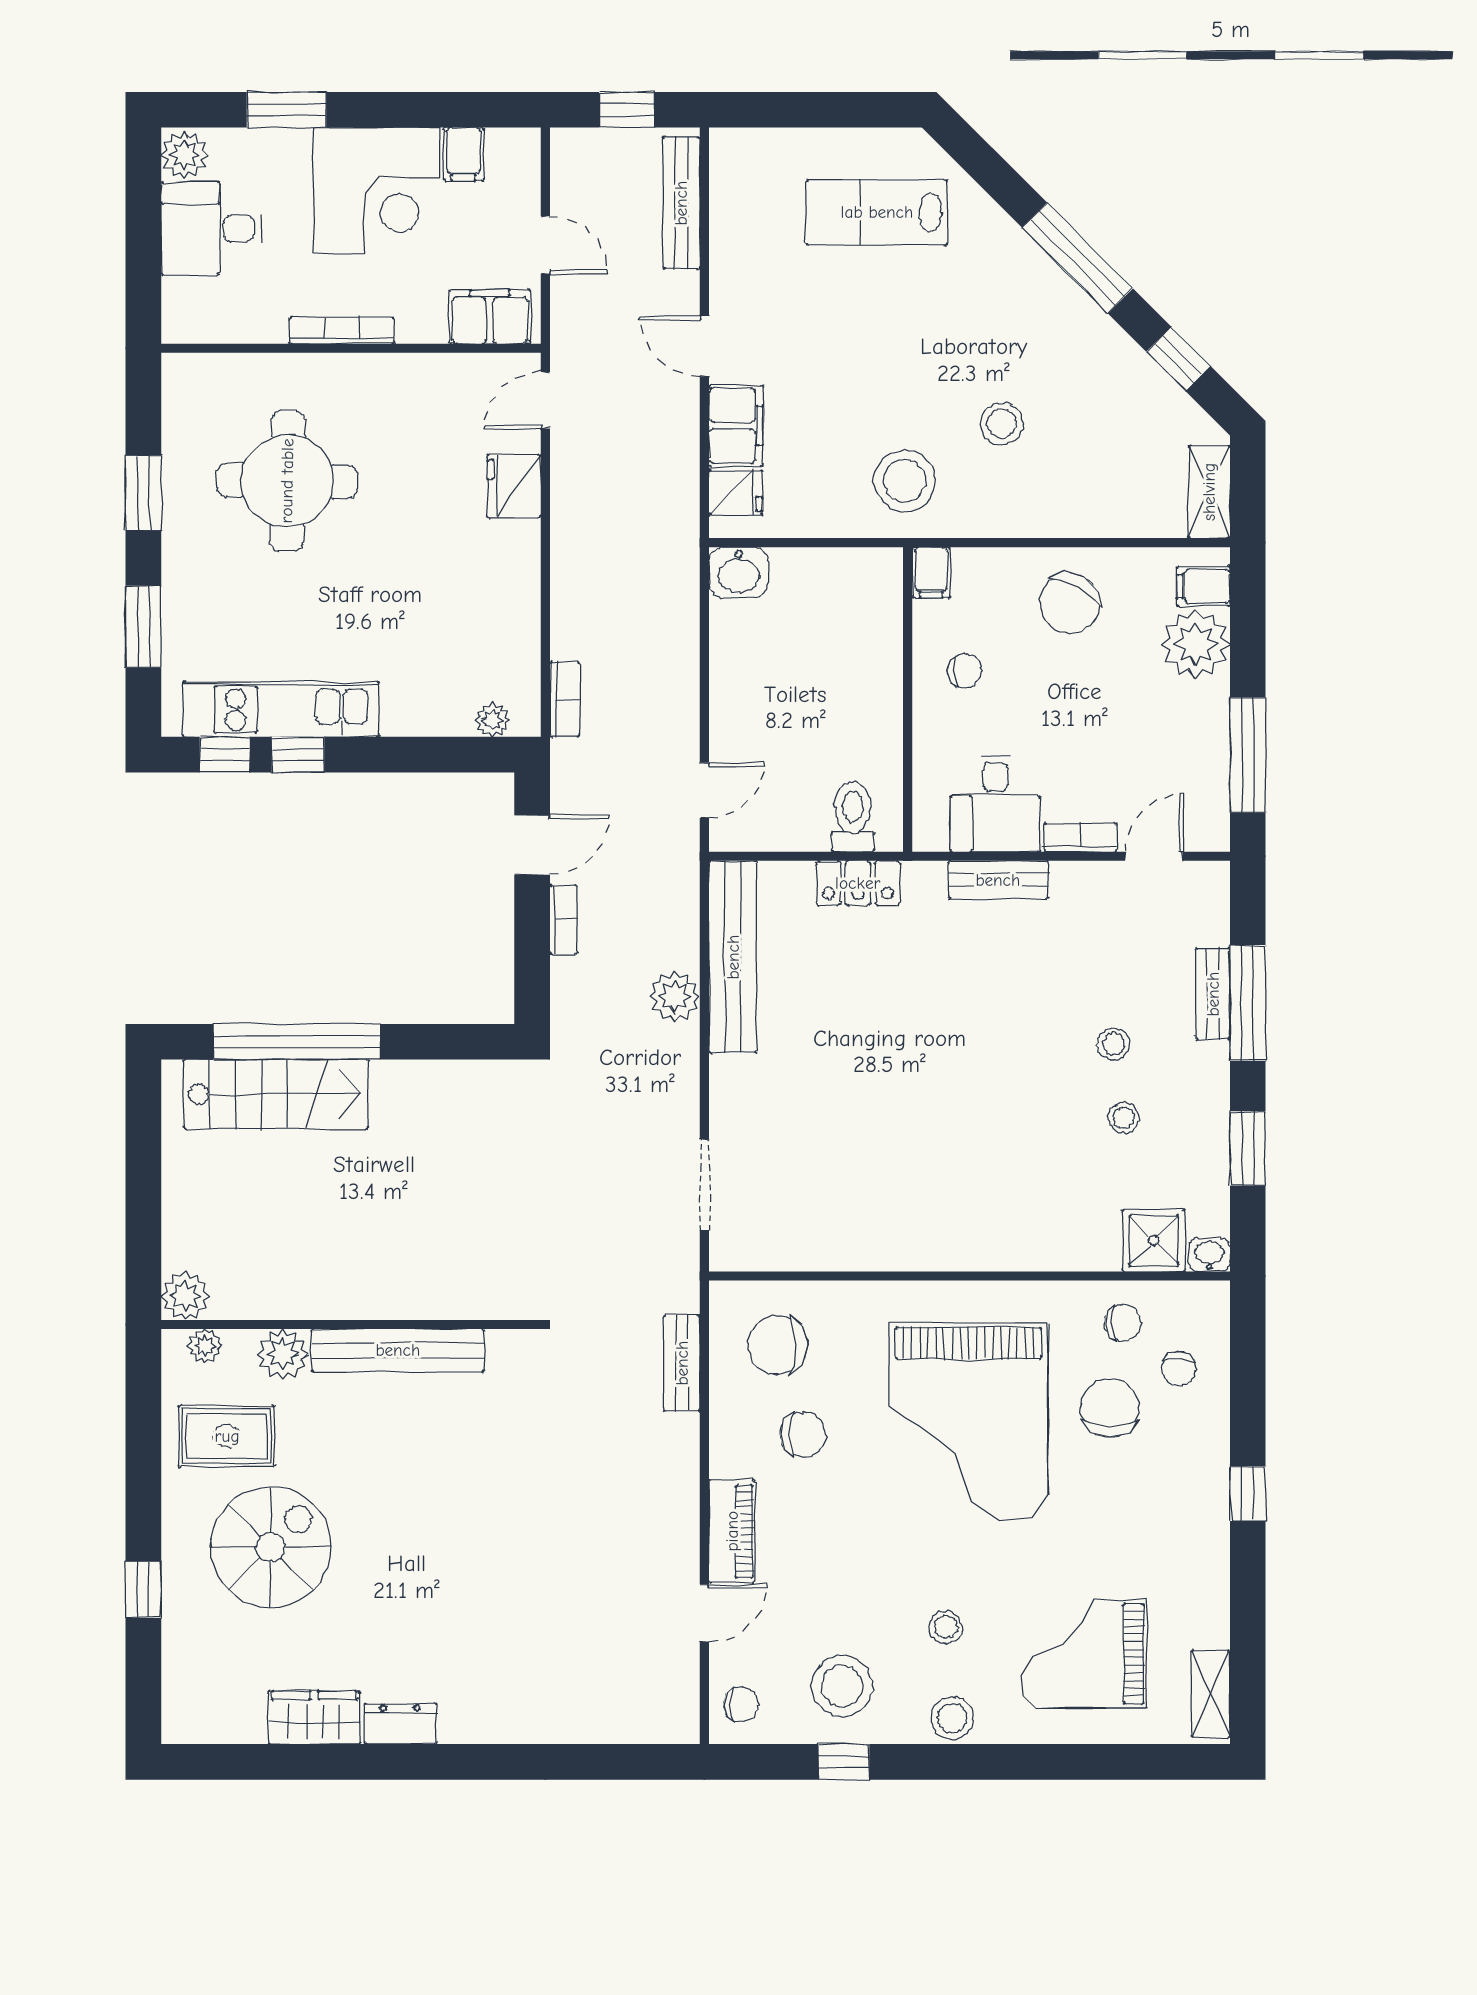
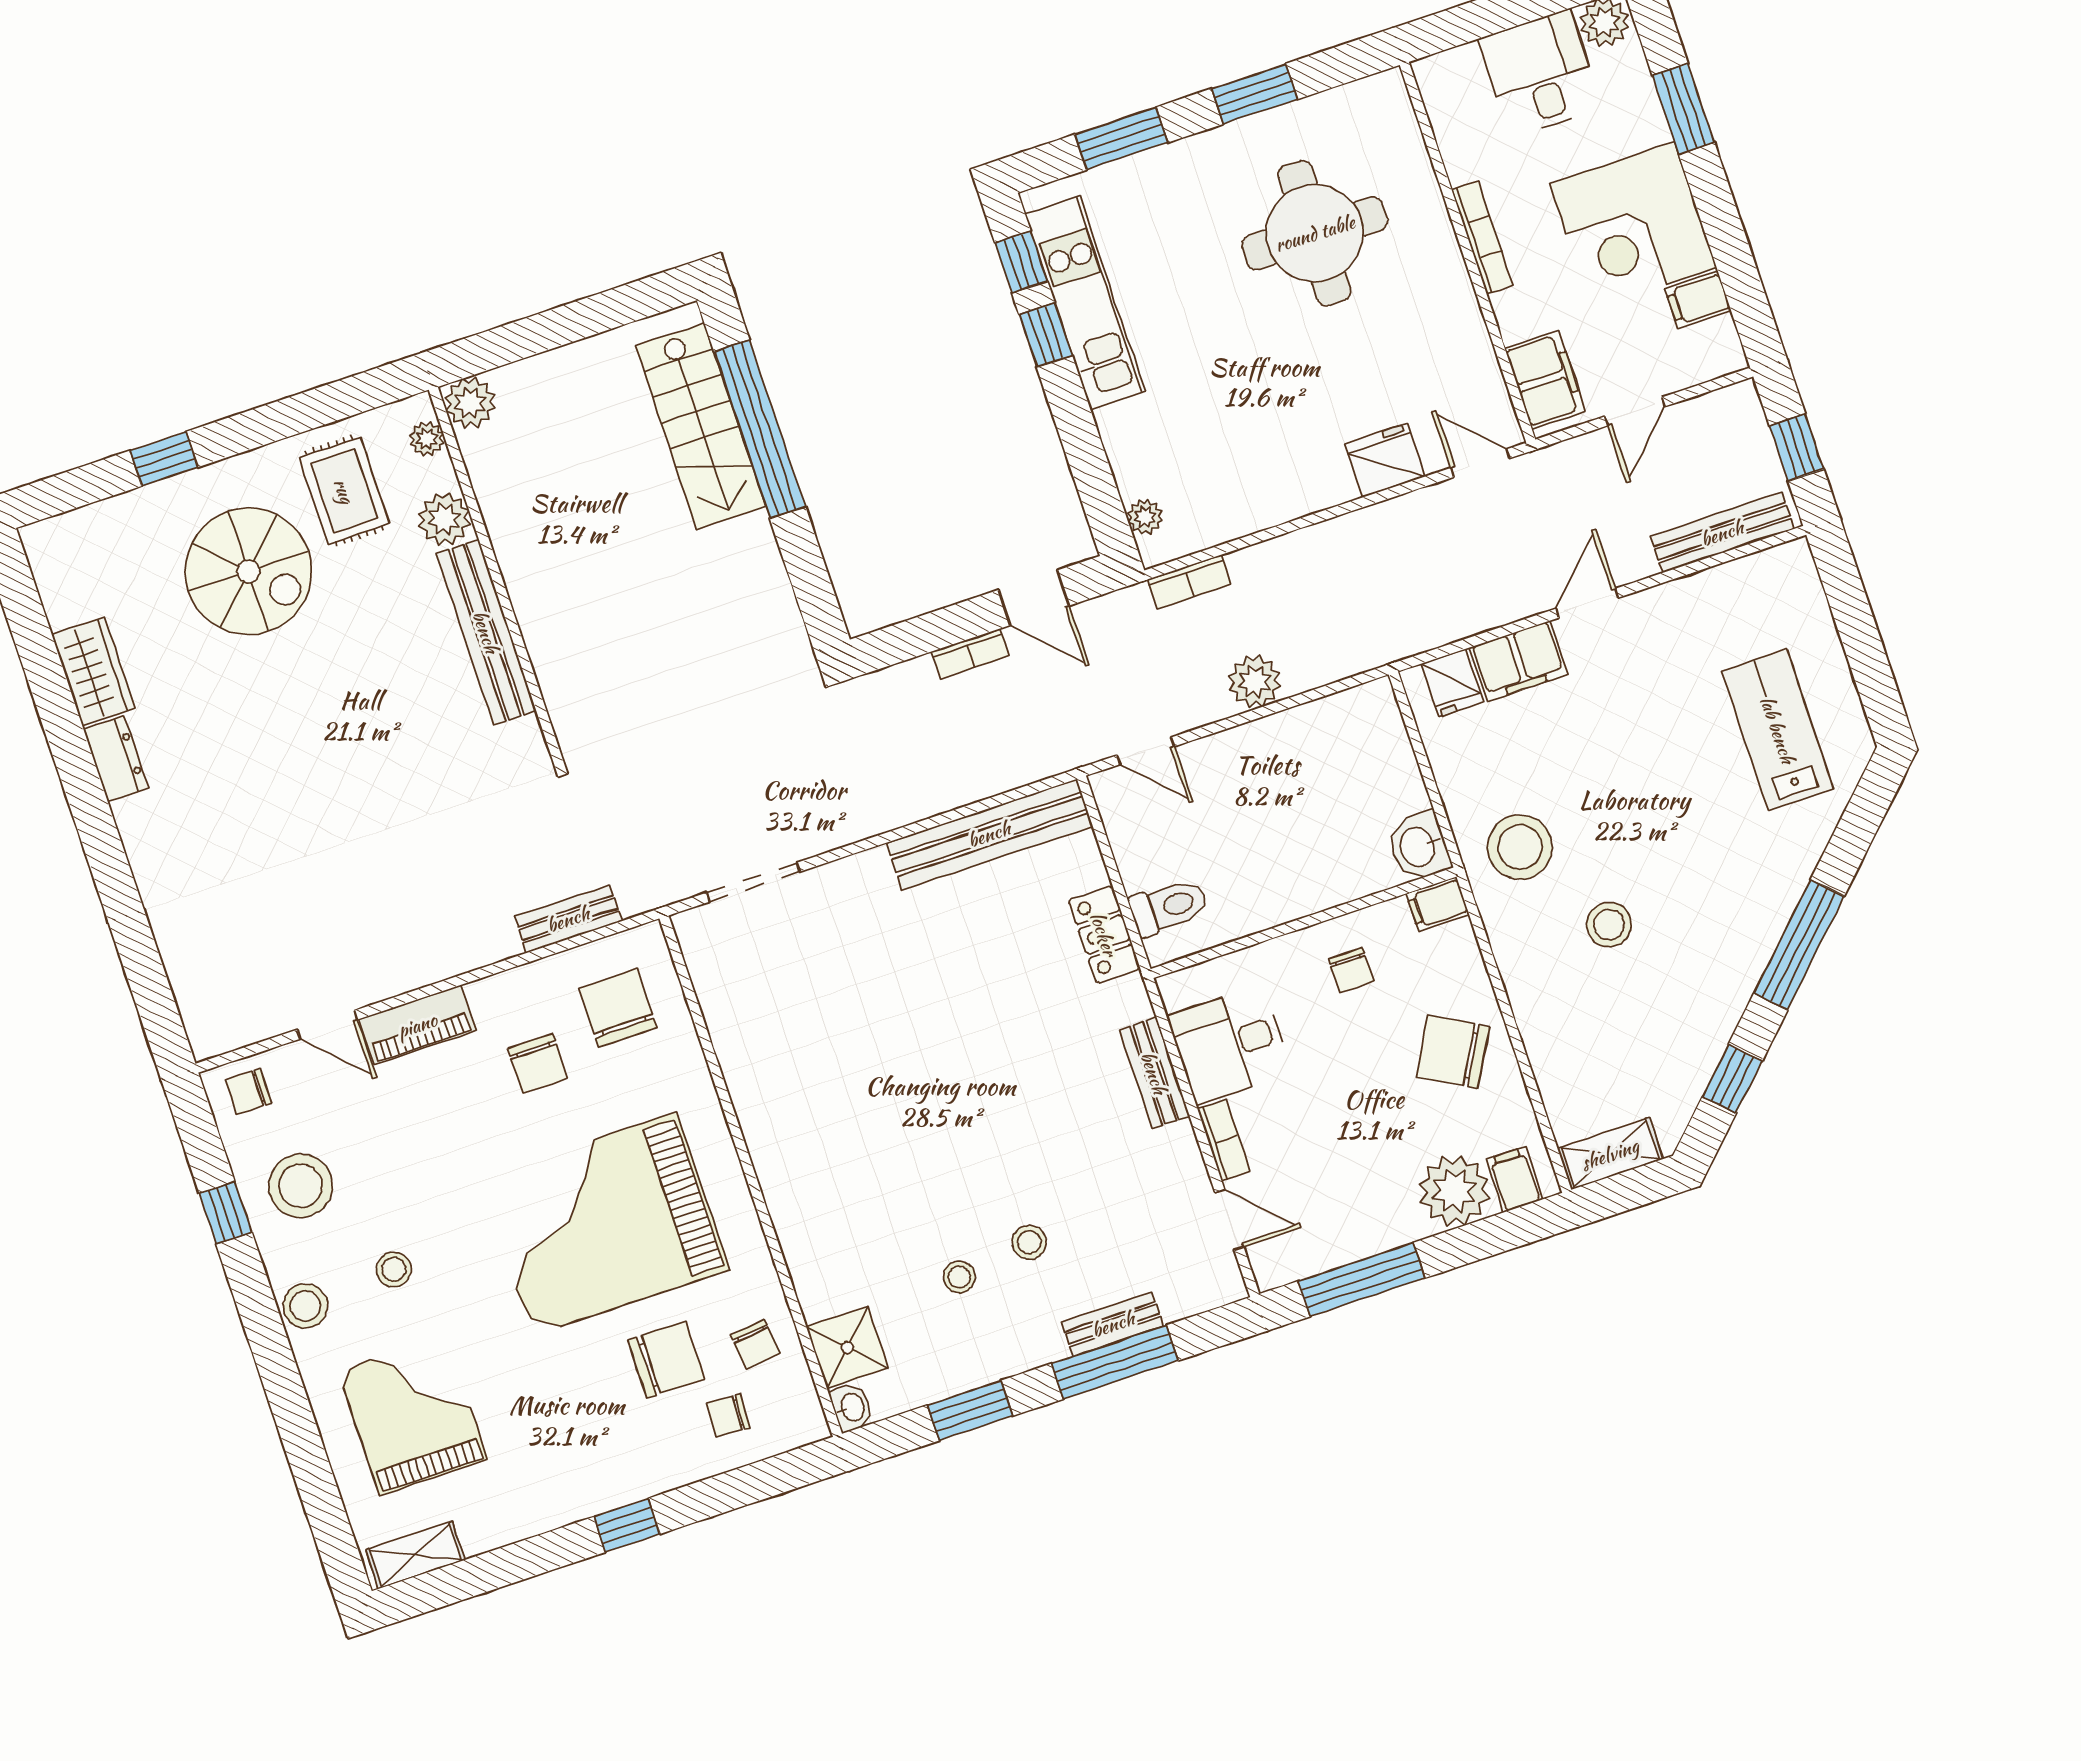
washbasin: (739, 572) -> (1419, 846), moved
plant: (675, 996) -> (1255, 681), moved
chair: (741, 1704) -> (249, 1092), turned 90

